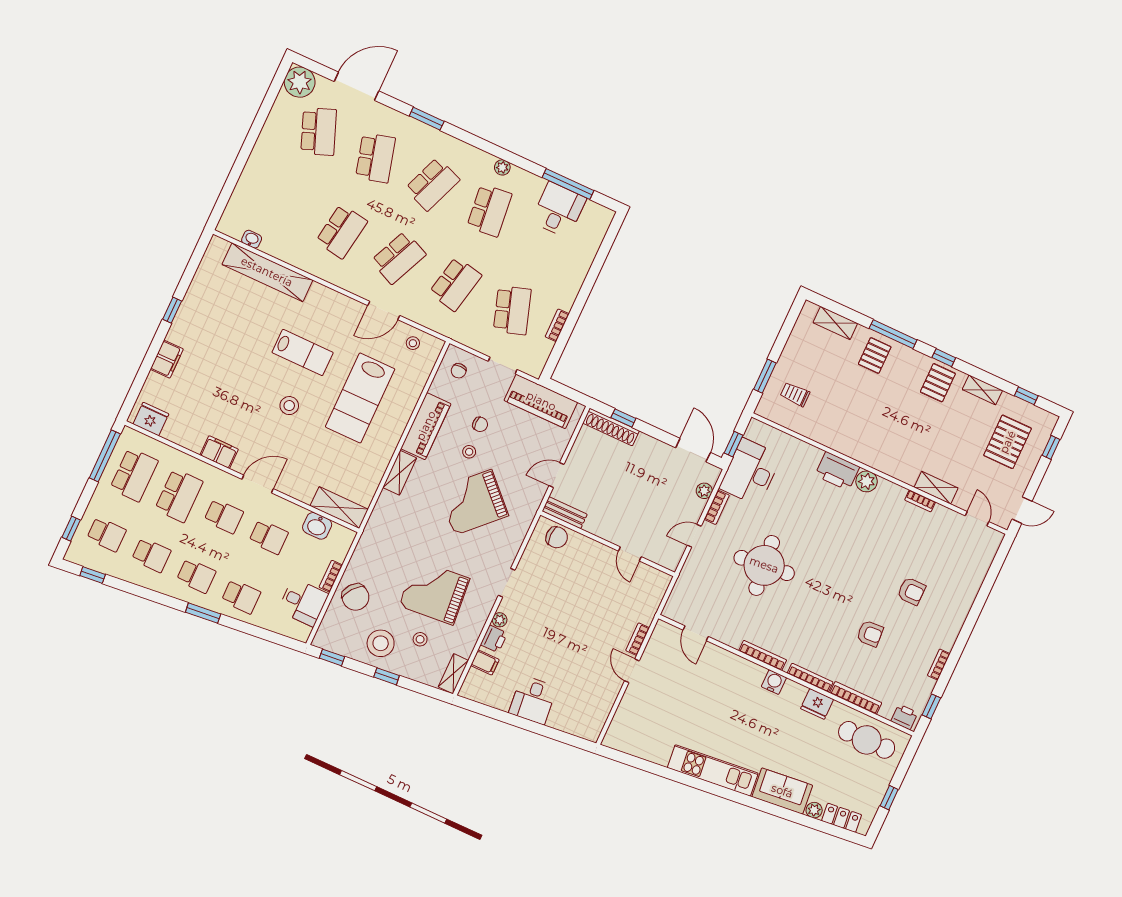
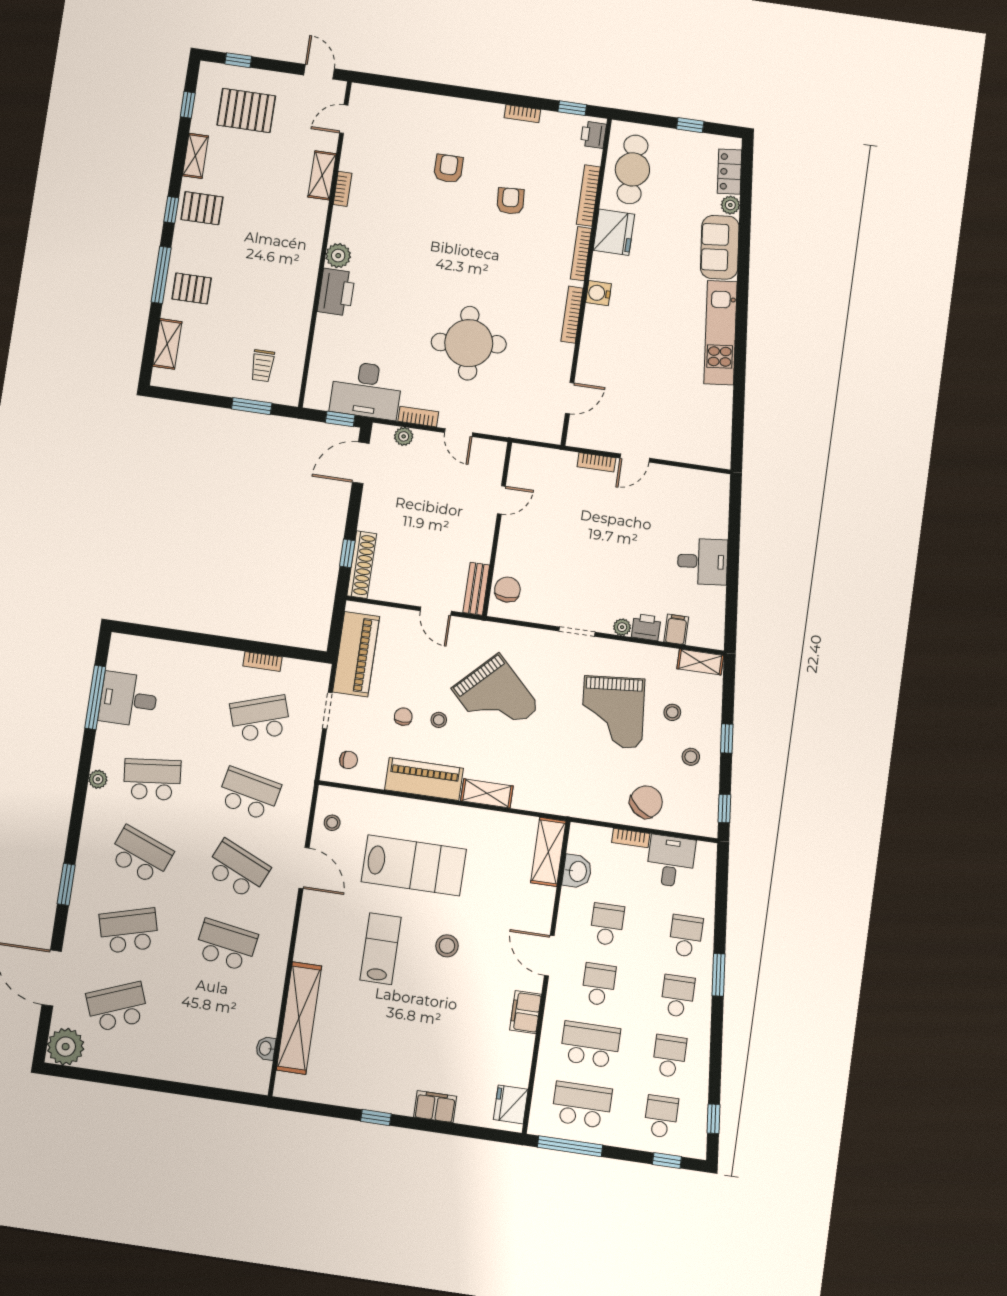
stool: (381, 643) -> (691, 757), width x0.53, depth x0.53
fridge: (817, 704) -> (614, 232), width x1.36, depth x1.34

